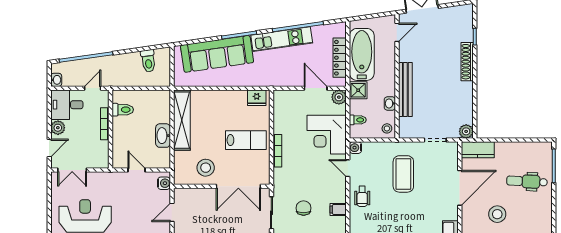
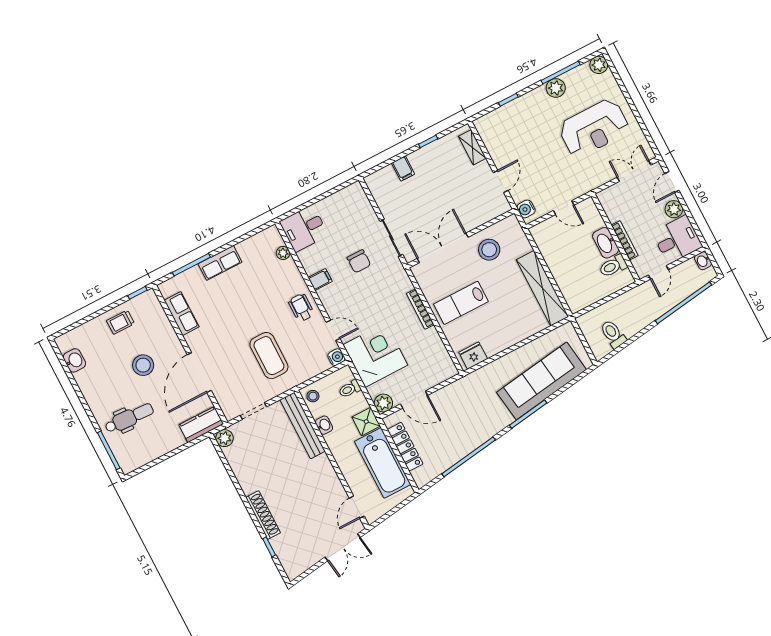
kitchen unit: (282, 39) -> (479, 434), removed
bench: (405, 90) -> (303, 425), moved
washbasin: (163, 136) -> (606, 243), moved, turned 180

